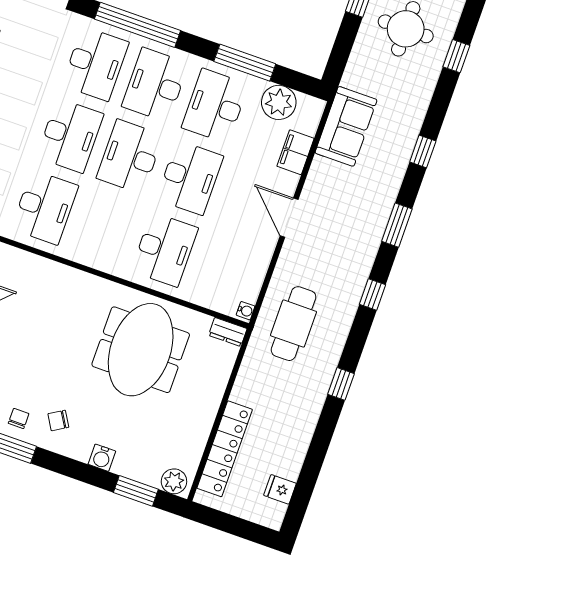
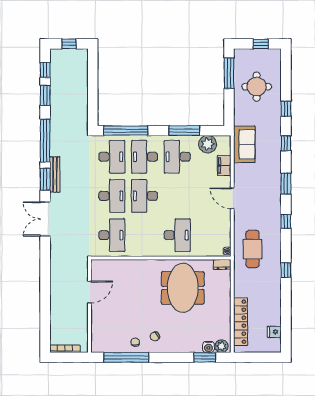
window: (456, 56) -> (286, 109), moved
desk: (190, 178) -> (177, 196), removed
water cooler: (102, 458) -> (208, 347), moved

